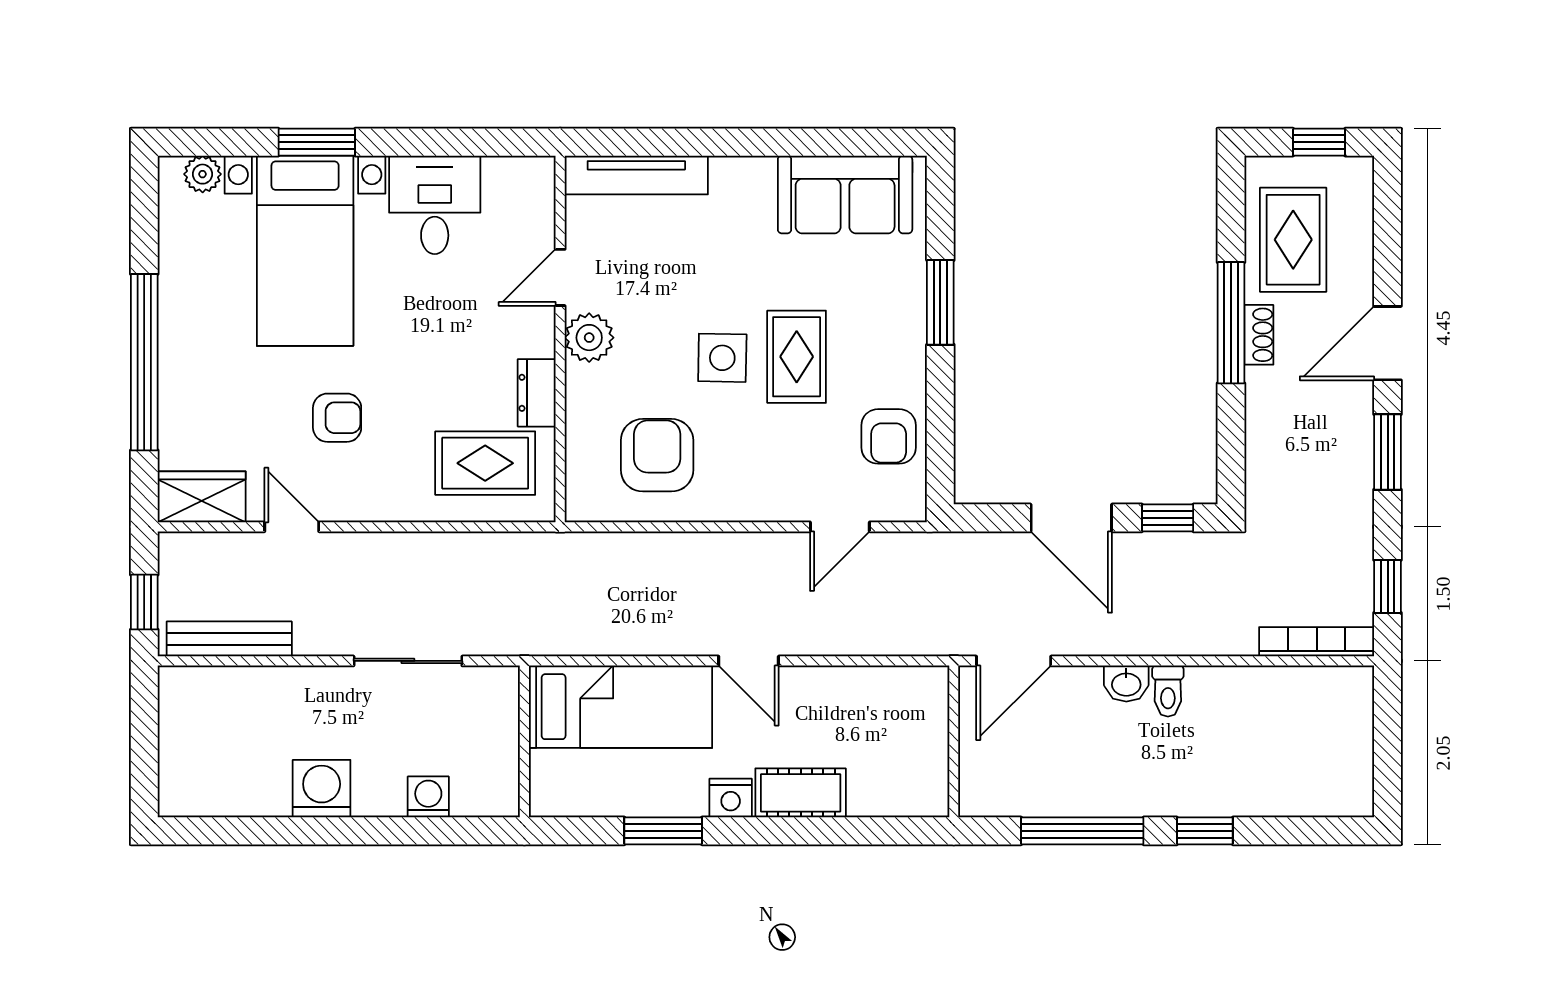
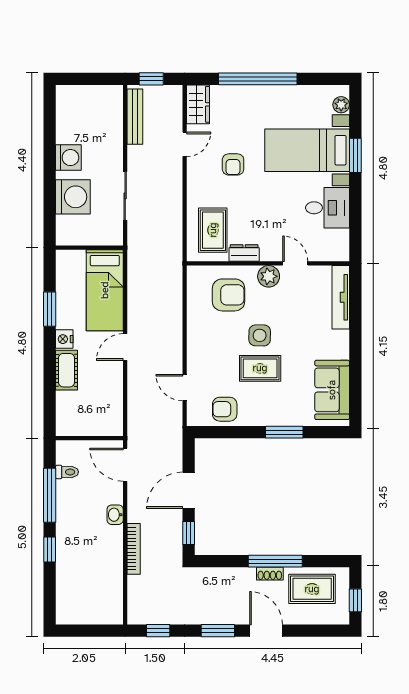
armchair: (657, 455) -> (229, 295), moved
bookcase: (1317, 642) -> (134, 549), moved
toilet: (1168, 691) -> (67, 472), moved, turned 180
washing machine: (428, 797) -> (73, 197), width x1.89, depth x1.89

